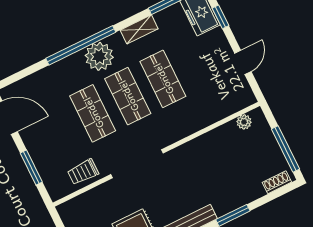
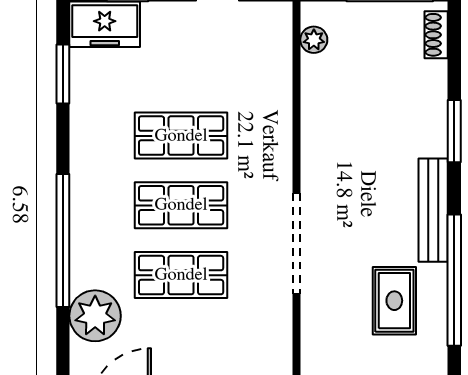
shelving: (139, 29) -> (83, 135), removed
plant: (99, 56) -> (95, 316), moved
trolley: (83, 172) -> (267, 336), removed

